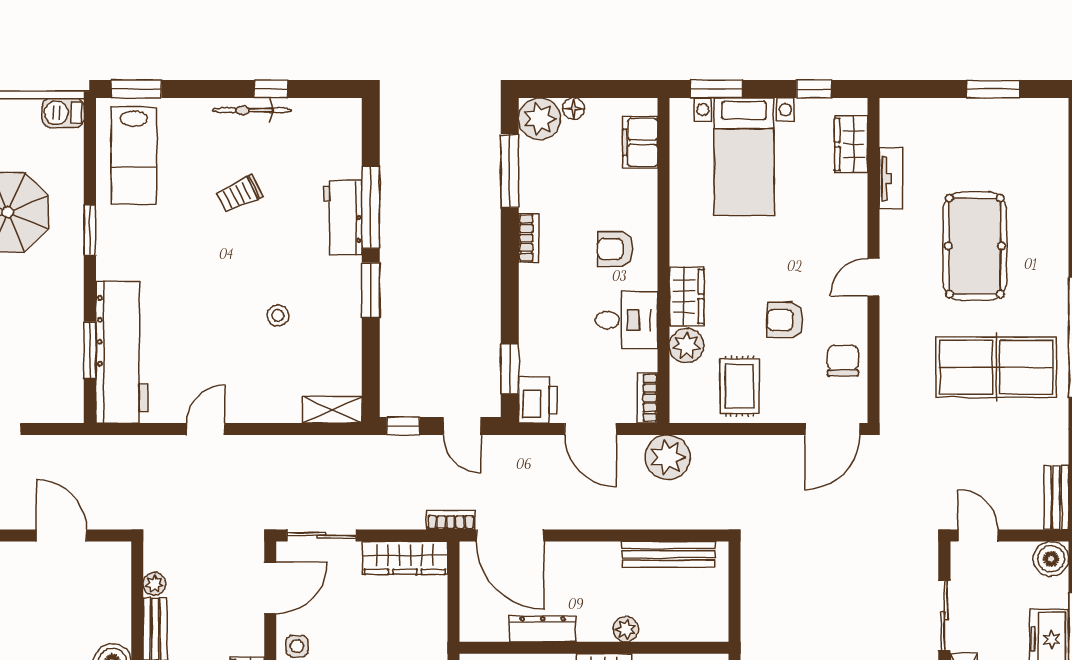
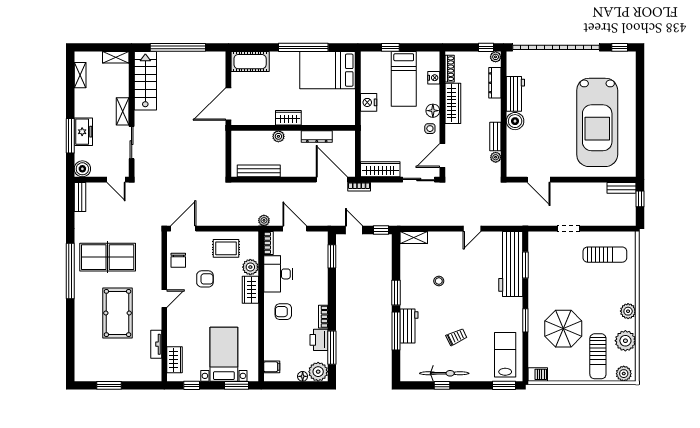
bicycle: (252, 110) -> (444, 373), width x1.37, depth x1.40
filing cabinet: (640, 142) -> (272, 367), width x0.50
armchair: (615, 249) -> (283, 312), turned 180
desk: (627, 320) -> (278, 274), width x1.37
rug: (739, 386) -> (226, 248), turned 90
printer: (538, 400) -> (319, 340), moved
plant: (668, 457) -> (264, 220), width x0.53, depth x0.53

